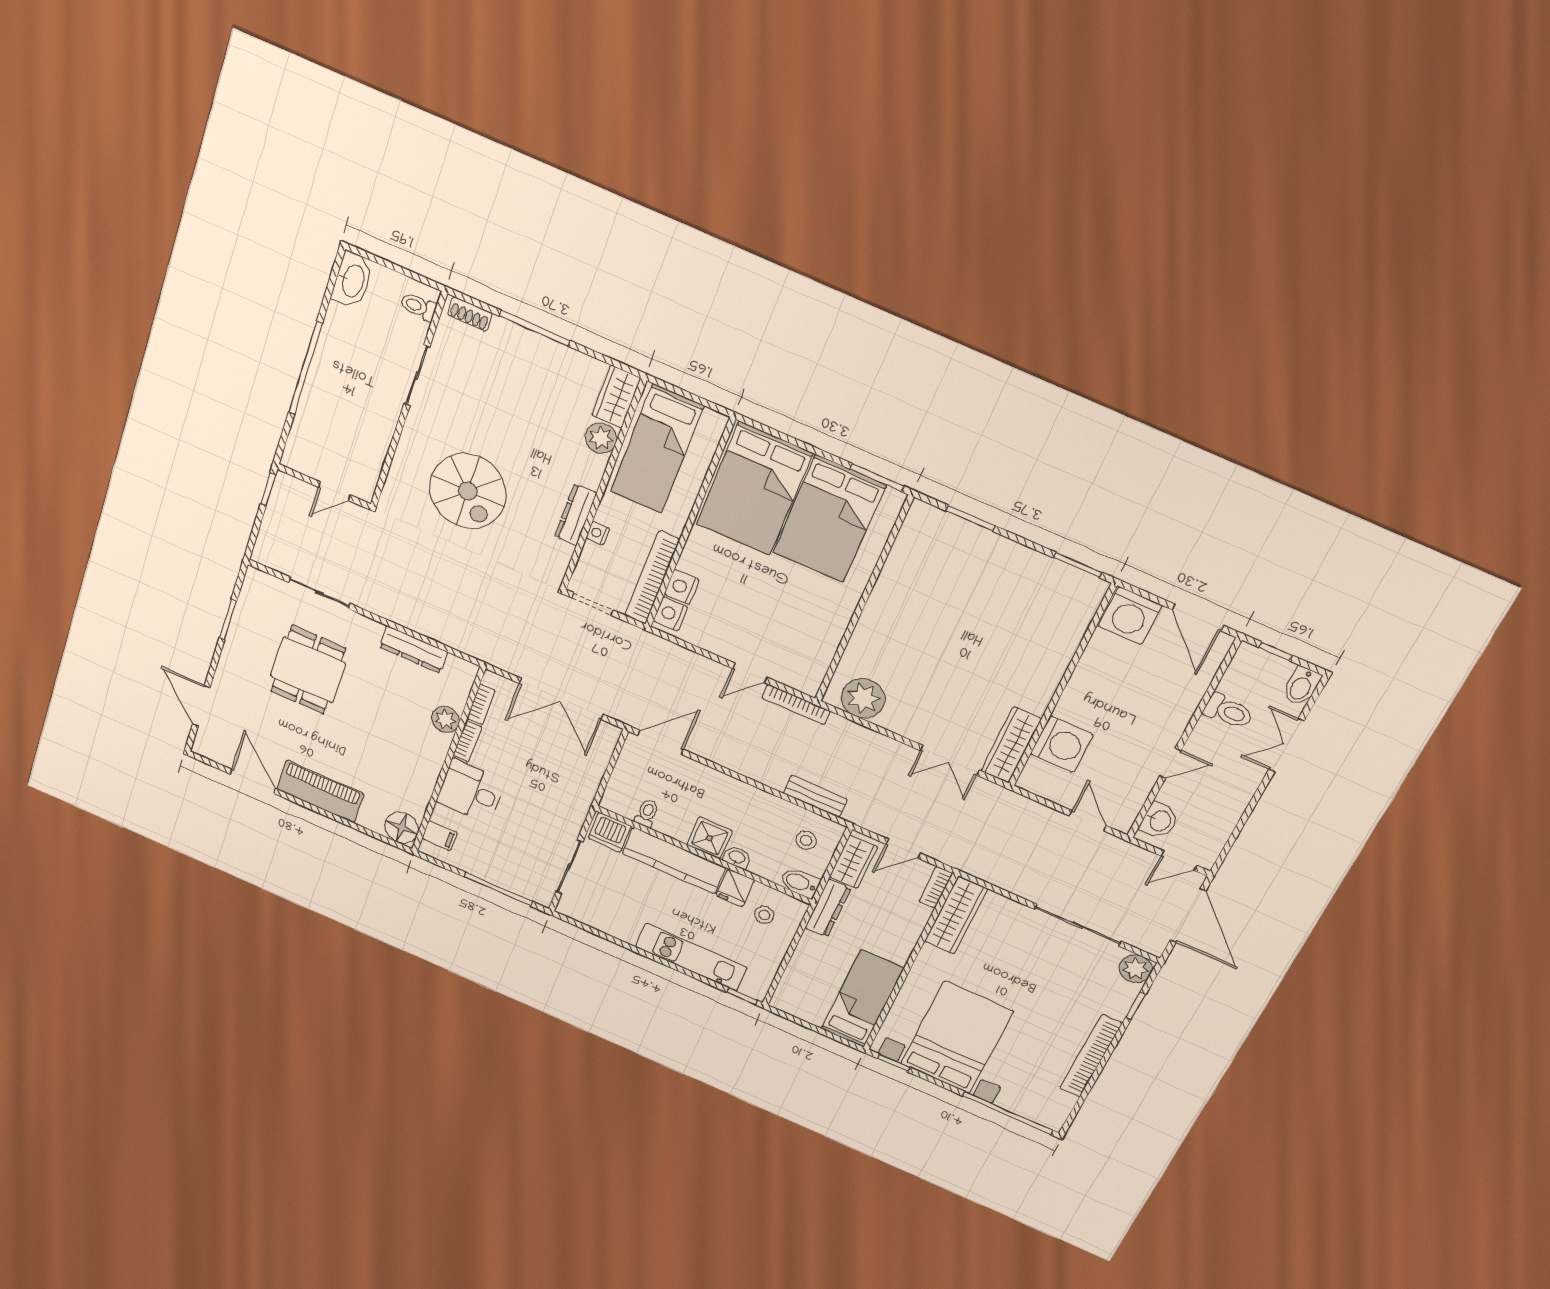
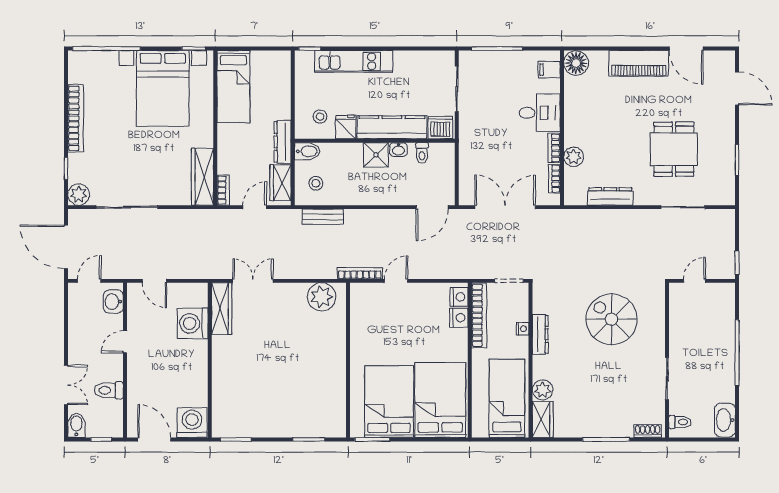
washbasin: (737, 857) -> (398, 150), moved

